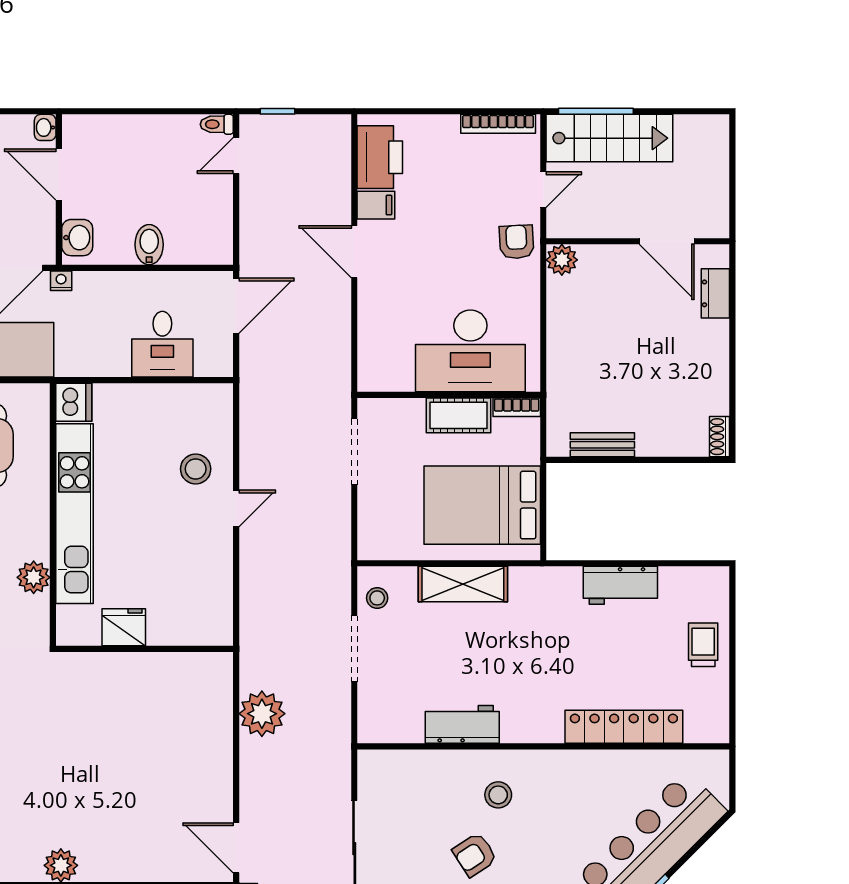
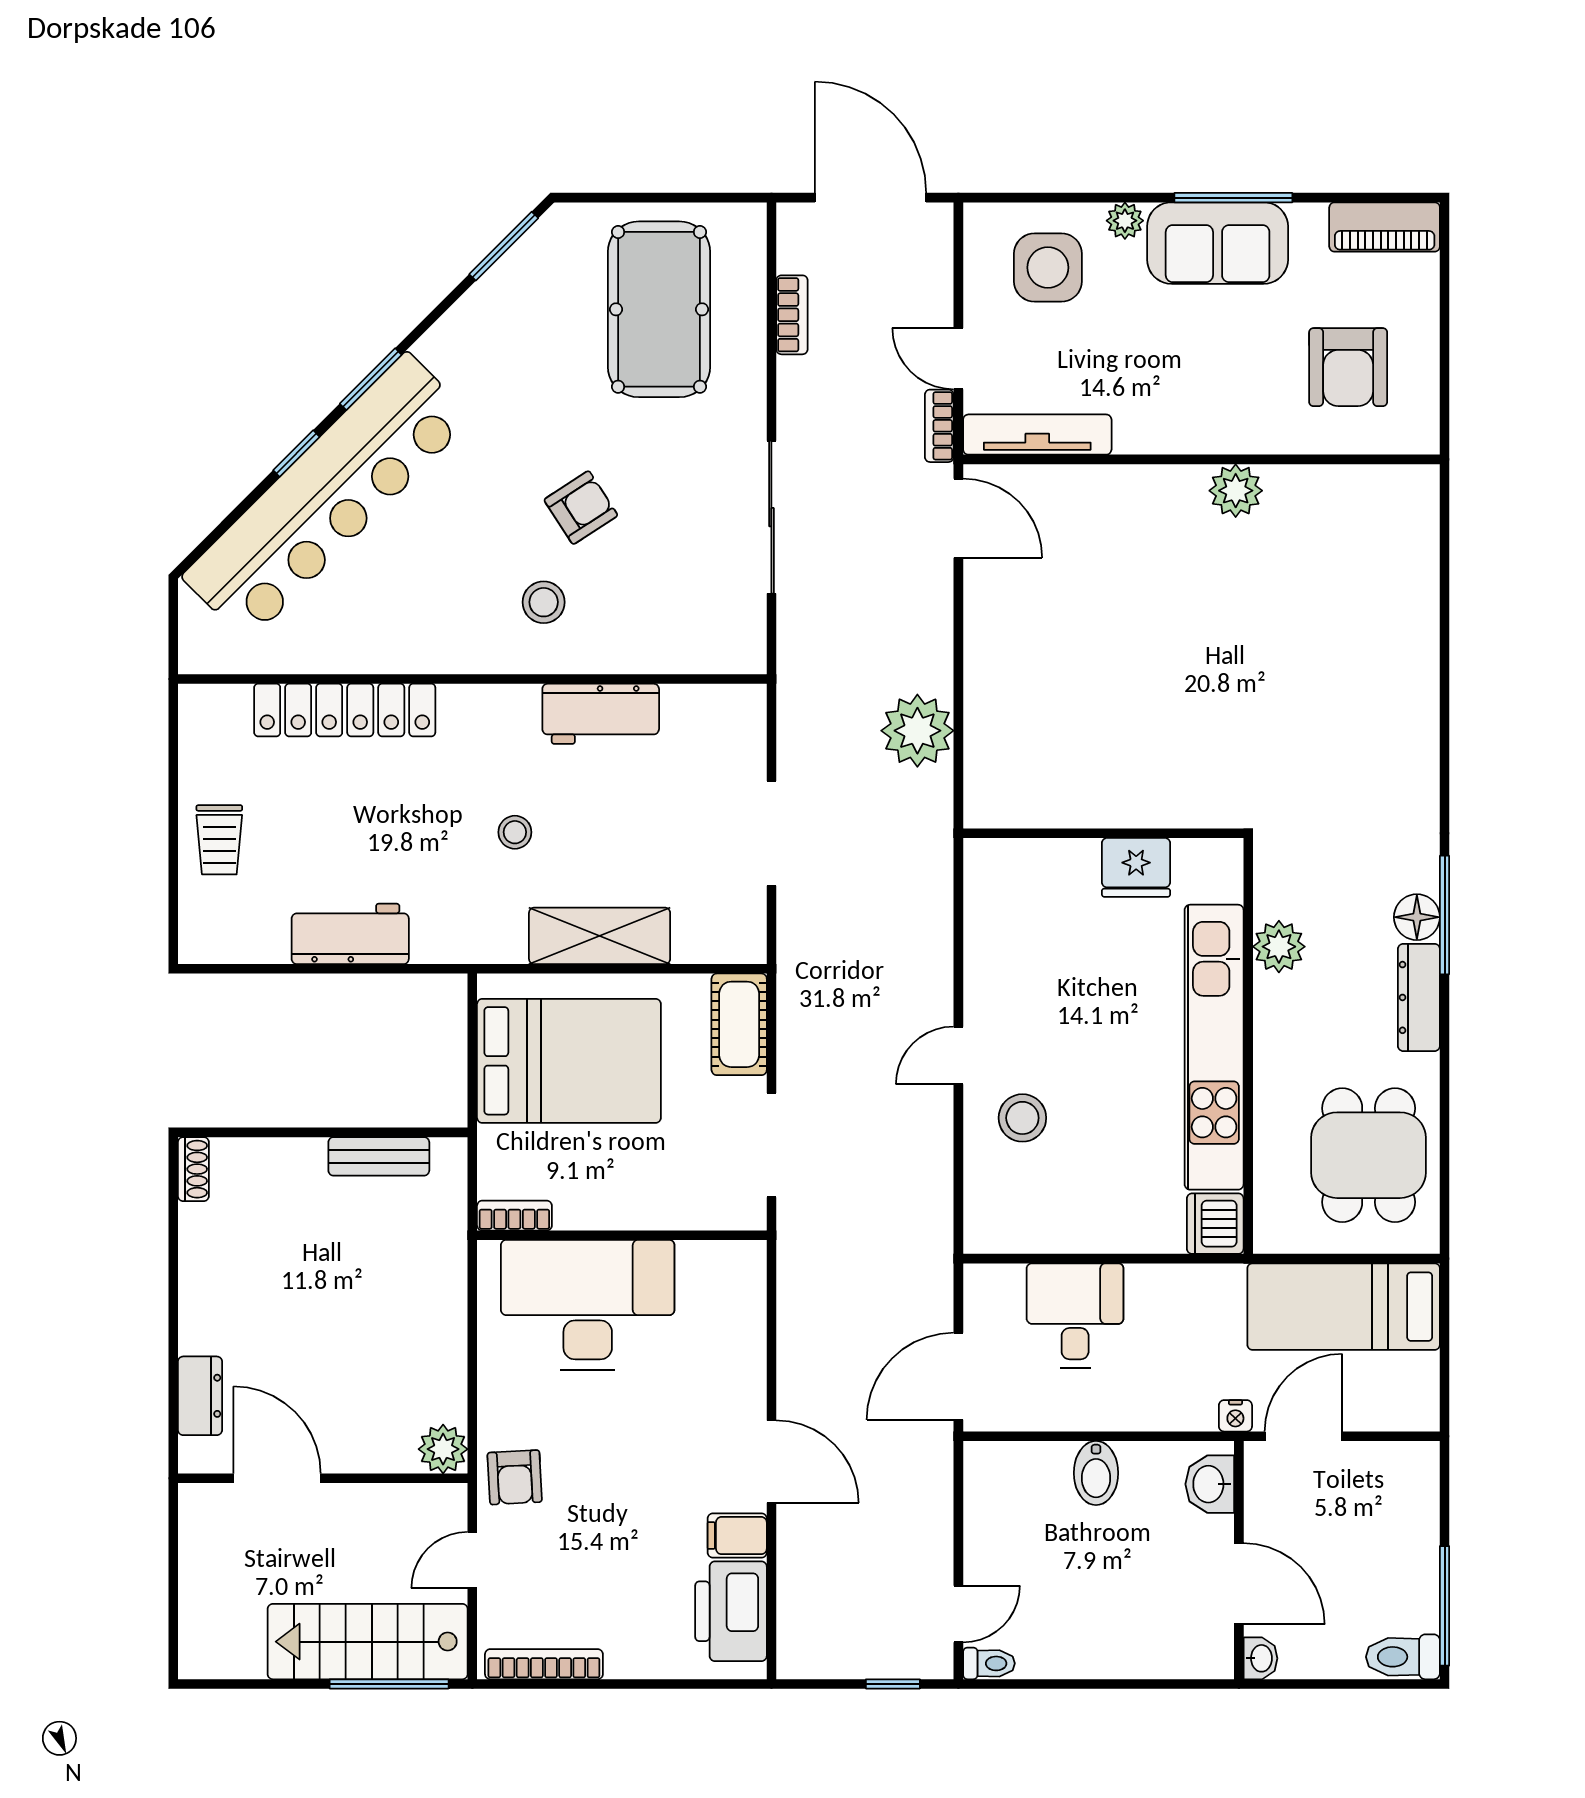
cot: (459, 415) -> (739, 1024), moved, turned 90
stool: (377, 598) -> (515, 832), moved

